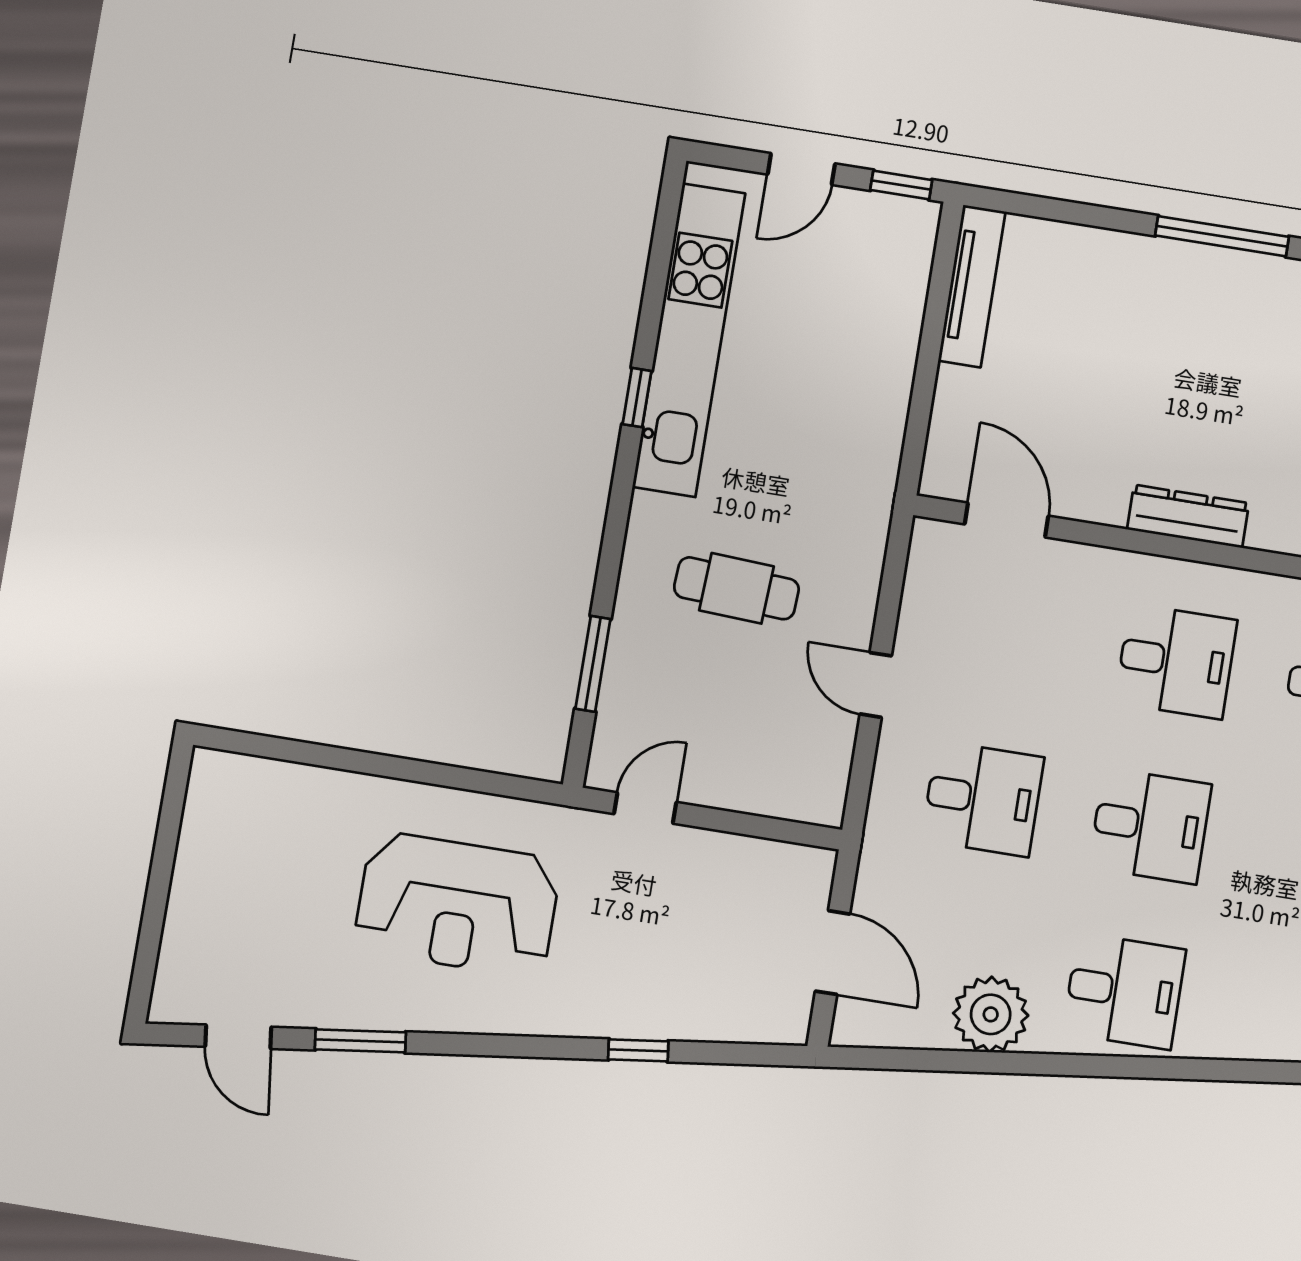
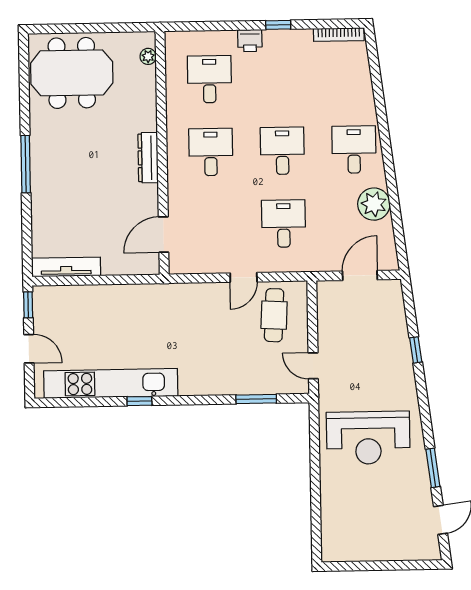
cafe table: (736, 588) -> (274, 315), moved
reception desk: (457, 904) -> (368, 438), turned 90

